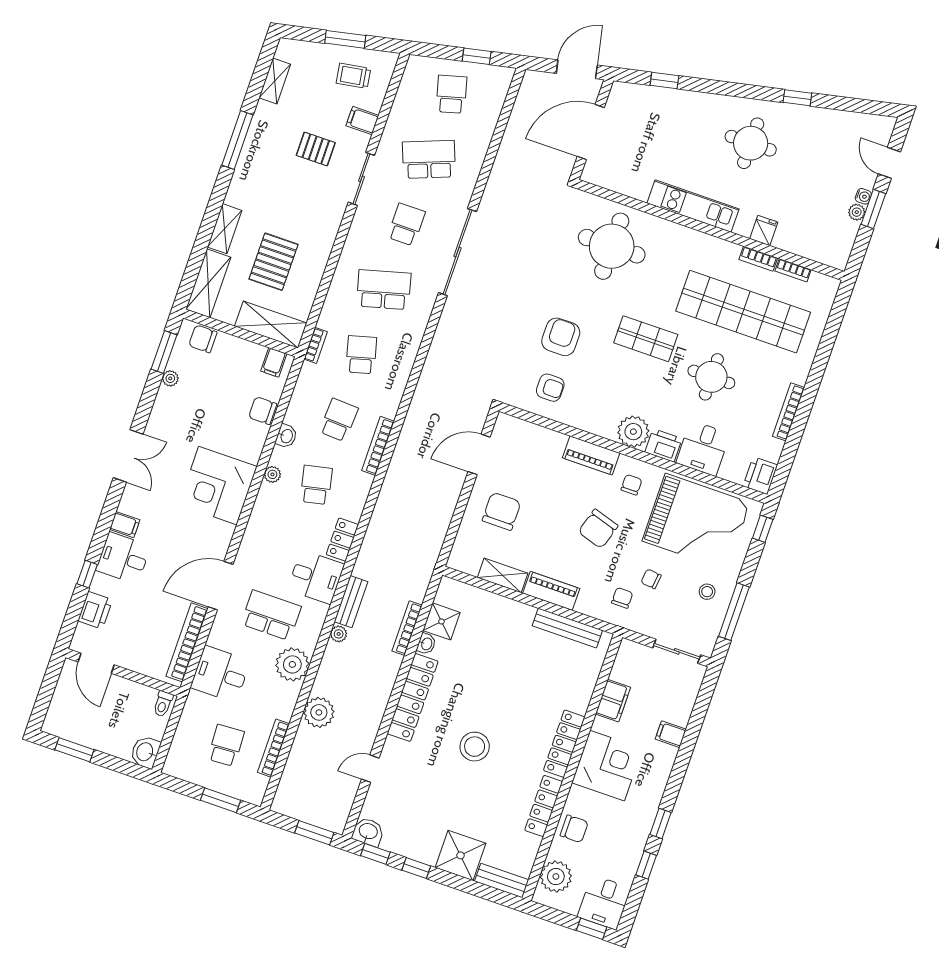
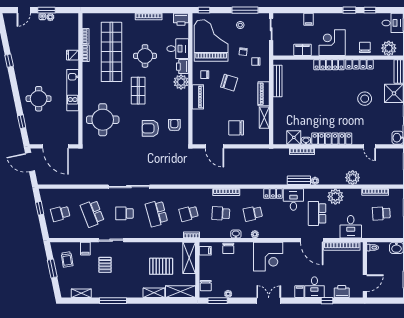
round table: (751, 143) -> (39, 99), moved
stool: (475, 747) -> (365, 99), moved

